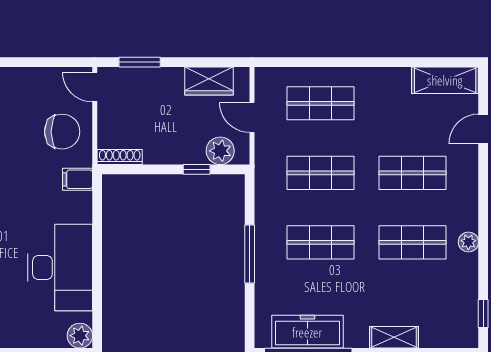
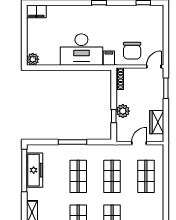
plant: (220, 151) -> (123, 111), moved
desk: (60, 268) -> (81, 50), moved

